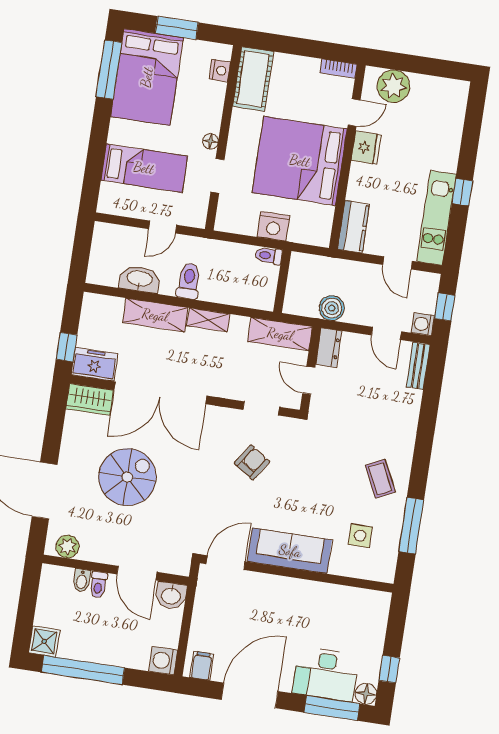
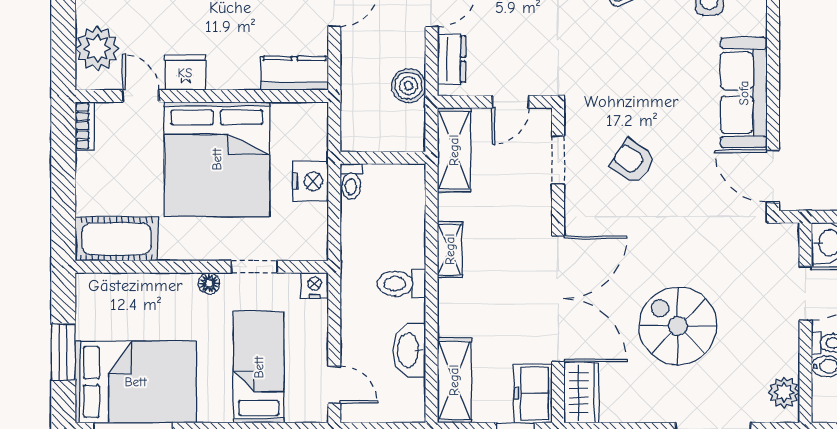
nightstand: (220, 70) -> (315, 285), moved
door: (163, 227) -> (334, 385), moved
shelving: (155, 315) -> (454, 380), moved
dresser: (329, 348) -> (451, 59), moved, turned 90

